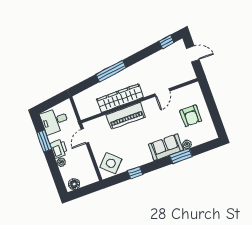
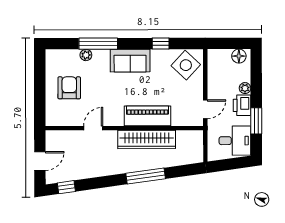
door: (193, 54) -> (40, 161), swing flipped
sofa: (166, 147) -> (130, 61), moved
window: (181, 156) -> (98, 44), width x1.44

